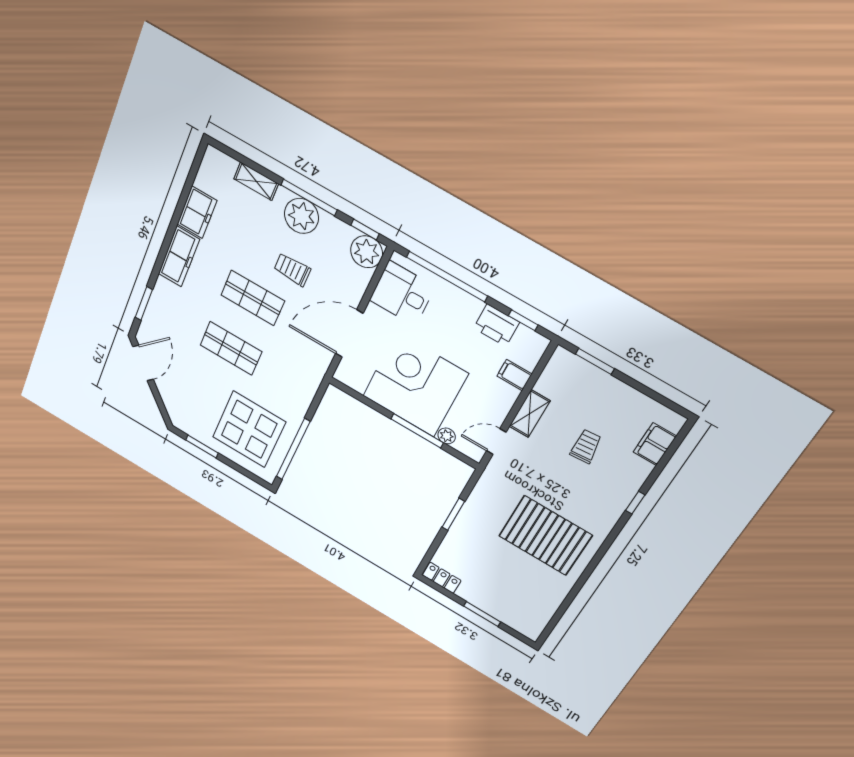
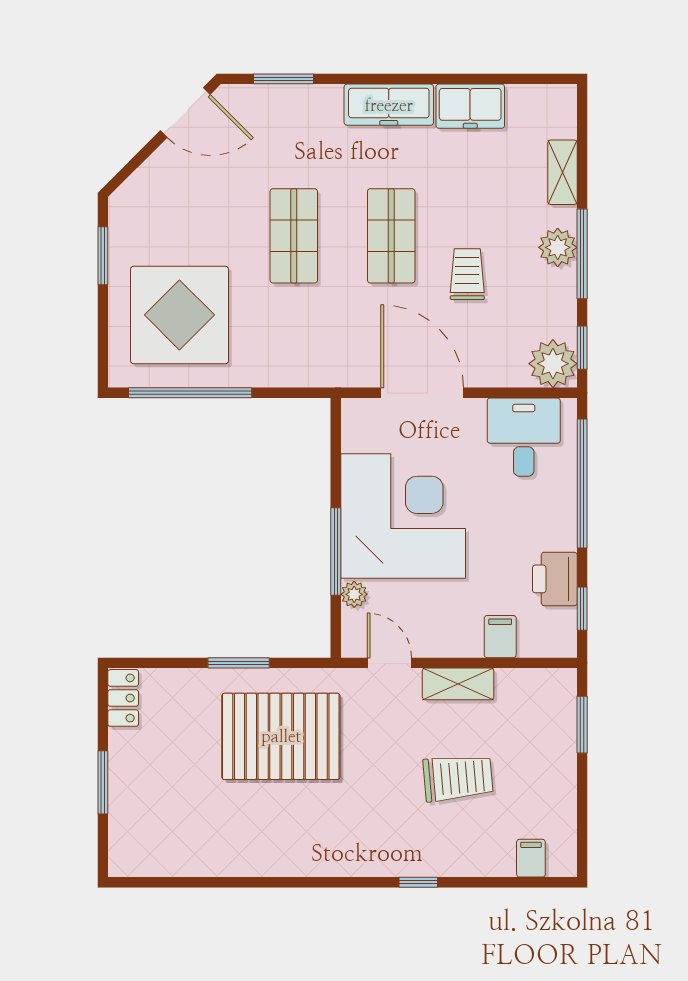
plant: (301, 216) -> (558, 247), width x0.73, depth x0.73
filing cabinet: (655, 444) -> (531, 858), width x0.50
trolley: (586, 446) -> (458, 778), width x1.36, depth x1.39
pallet: (545, 536) -> (281, 736), moved, turned 90

